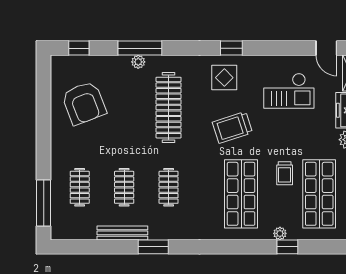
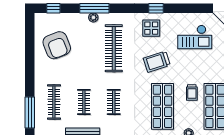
clothes rail: (80, 187) -> (54, 102), width x1.36

